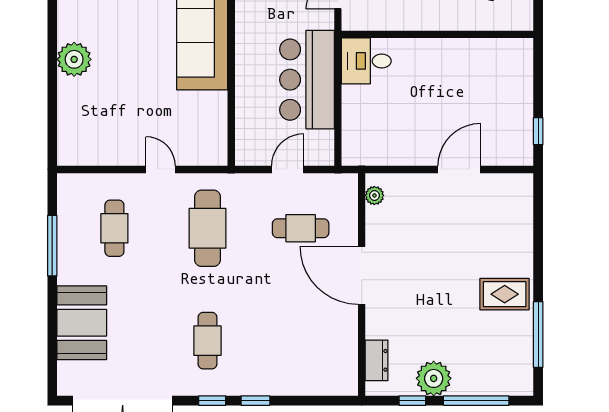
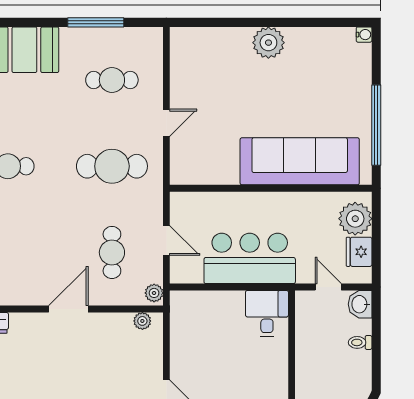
plant: (344, 183) -> (154, 293), added
door: (362, 275) -> (68, 309), width x0.73

